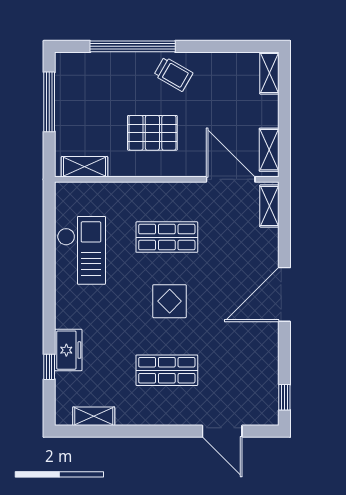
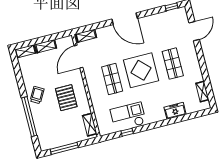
shelving: (269, 150) -> (46, 46), moved
display table: (170, 301) -> (141, 70), width x1.86, depth x1.86
window: (49, 367) -> (127, 132), moved

